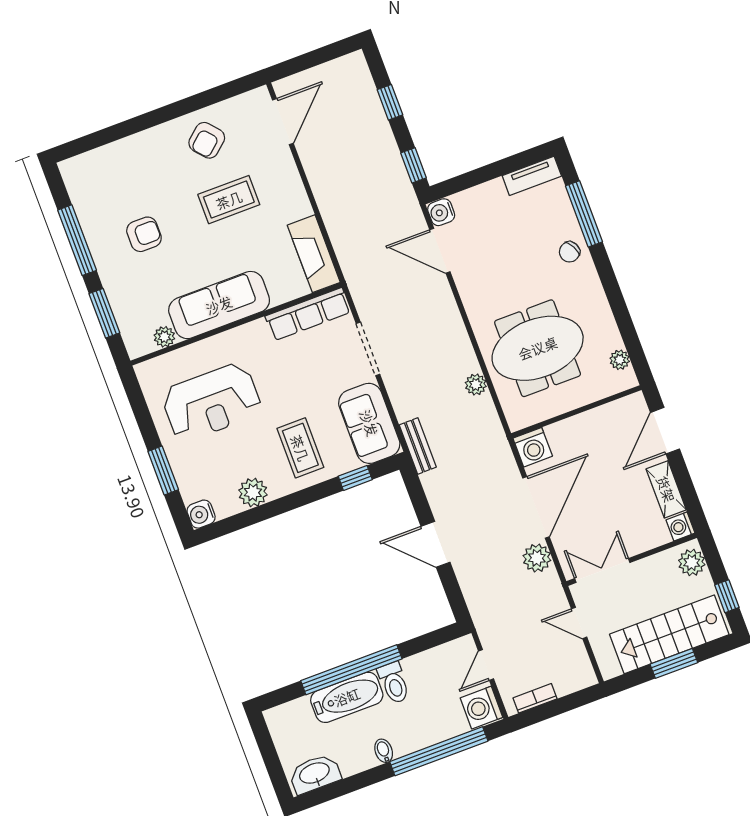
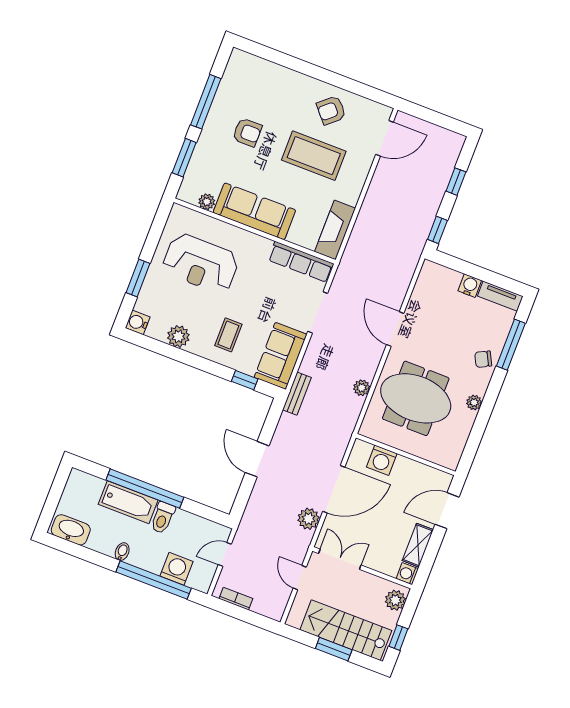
coffee table: (229, 200) -> (314, 156), width x1.36, depth x1.32
water cooler: (441, 212) -> (470, 286), moved, turned 90
door: (440, 251) -> (395, 329), moved
plant: (620, 360) -> (474, 403), moved
washing machine: (533, 447) -> (382, 460), moved
coffee table: (300, 448) -> (228, 335), width x0.73, depth x0.77
washing machine: (481, 708) -> (176, 569), moved, turned 90

